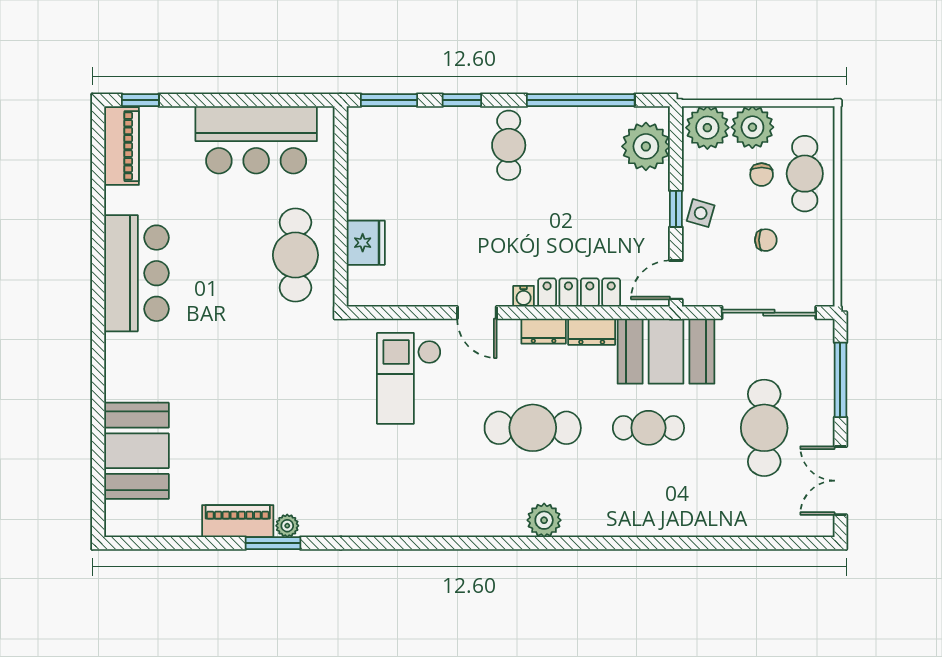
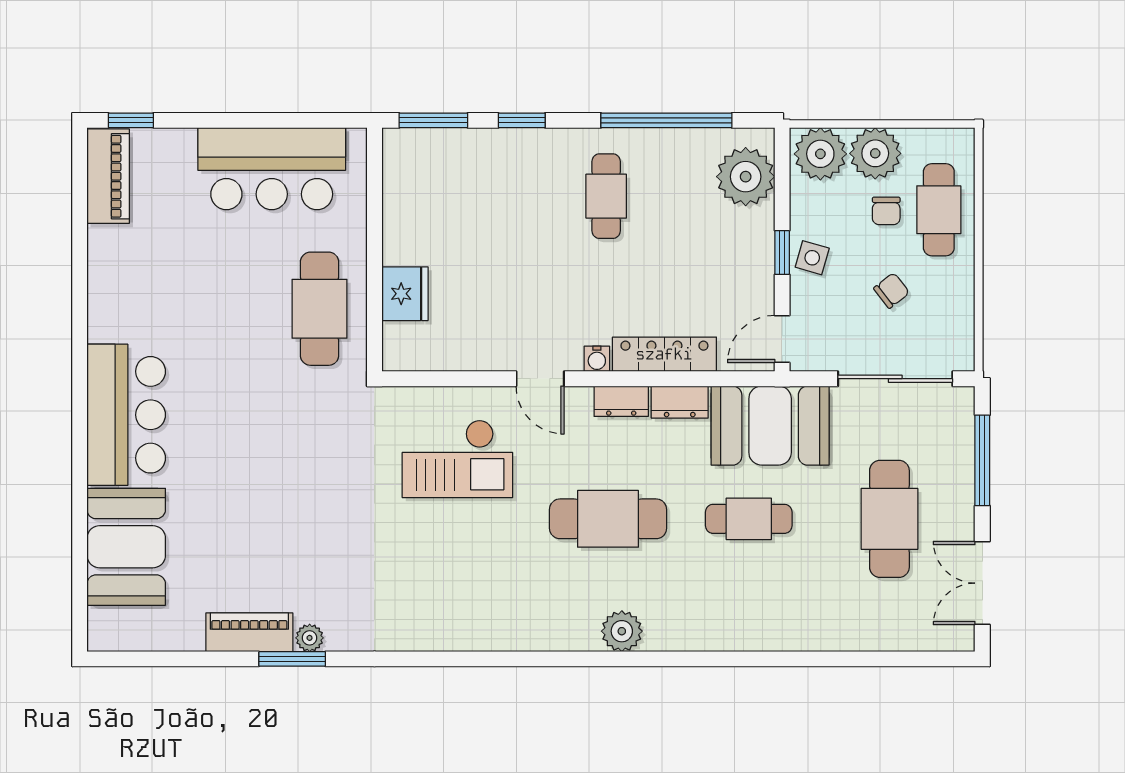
cafe table: (509, 145) -> (606, 196), moved
chair: (766, 240) -> (892, 291), turned -38
bar counter: (136, 273) -> (126, 415), moved
checkout: (409, 378) -> (457, 459), turned -90

